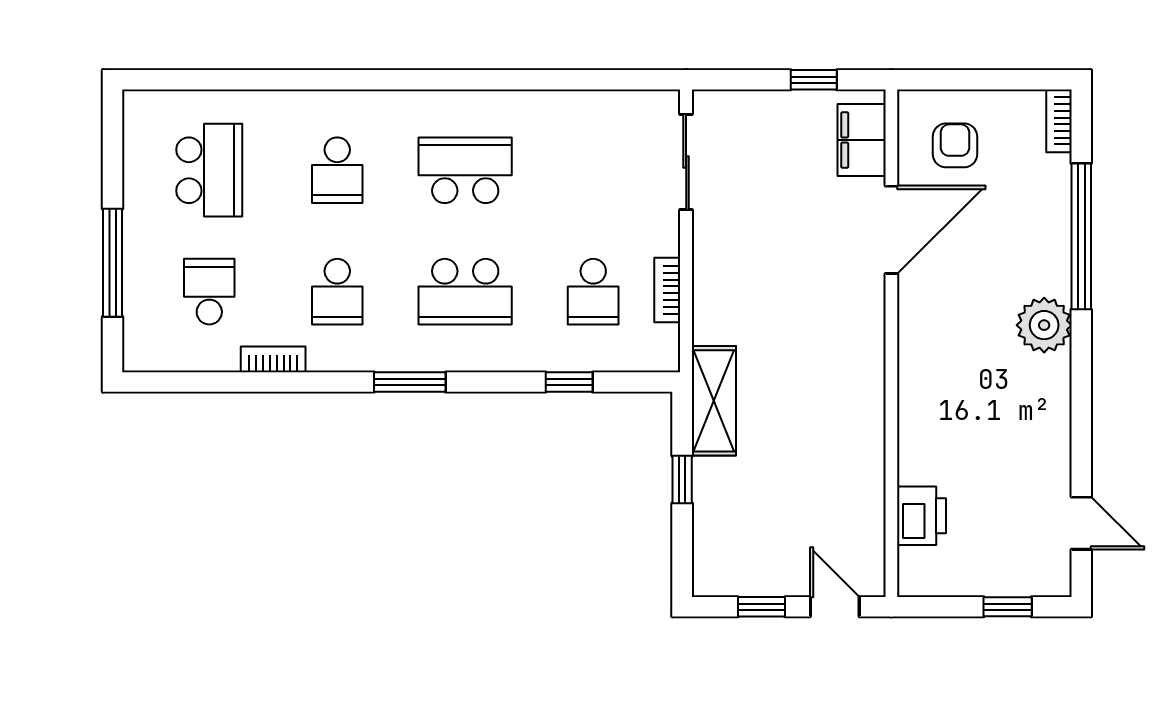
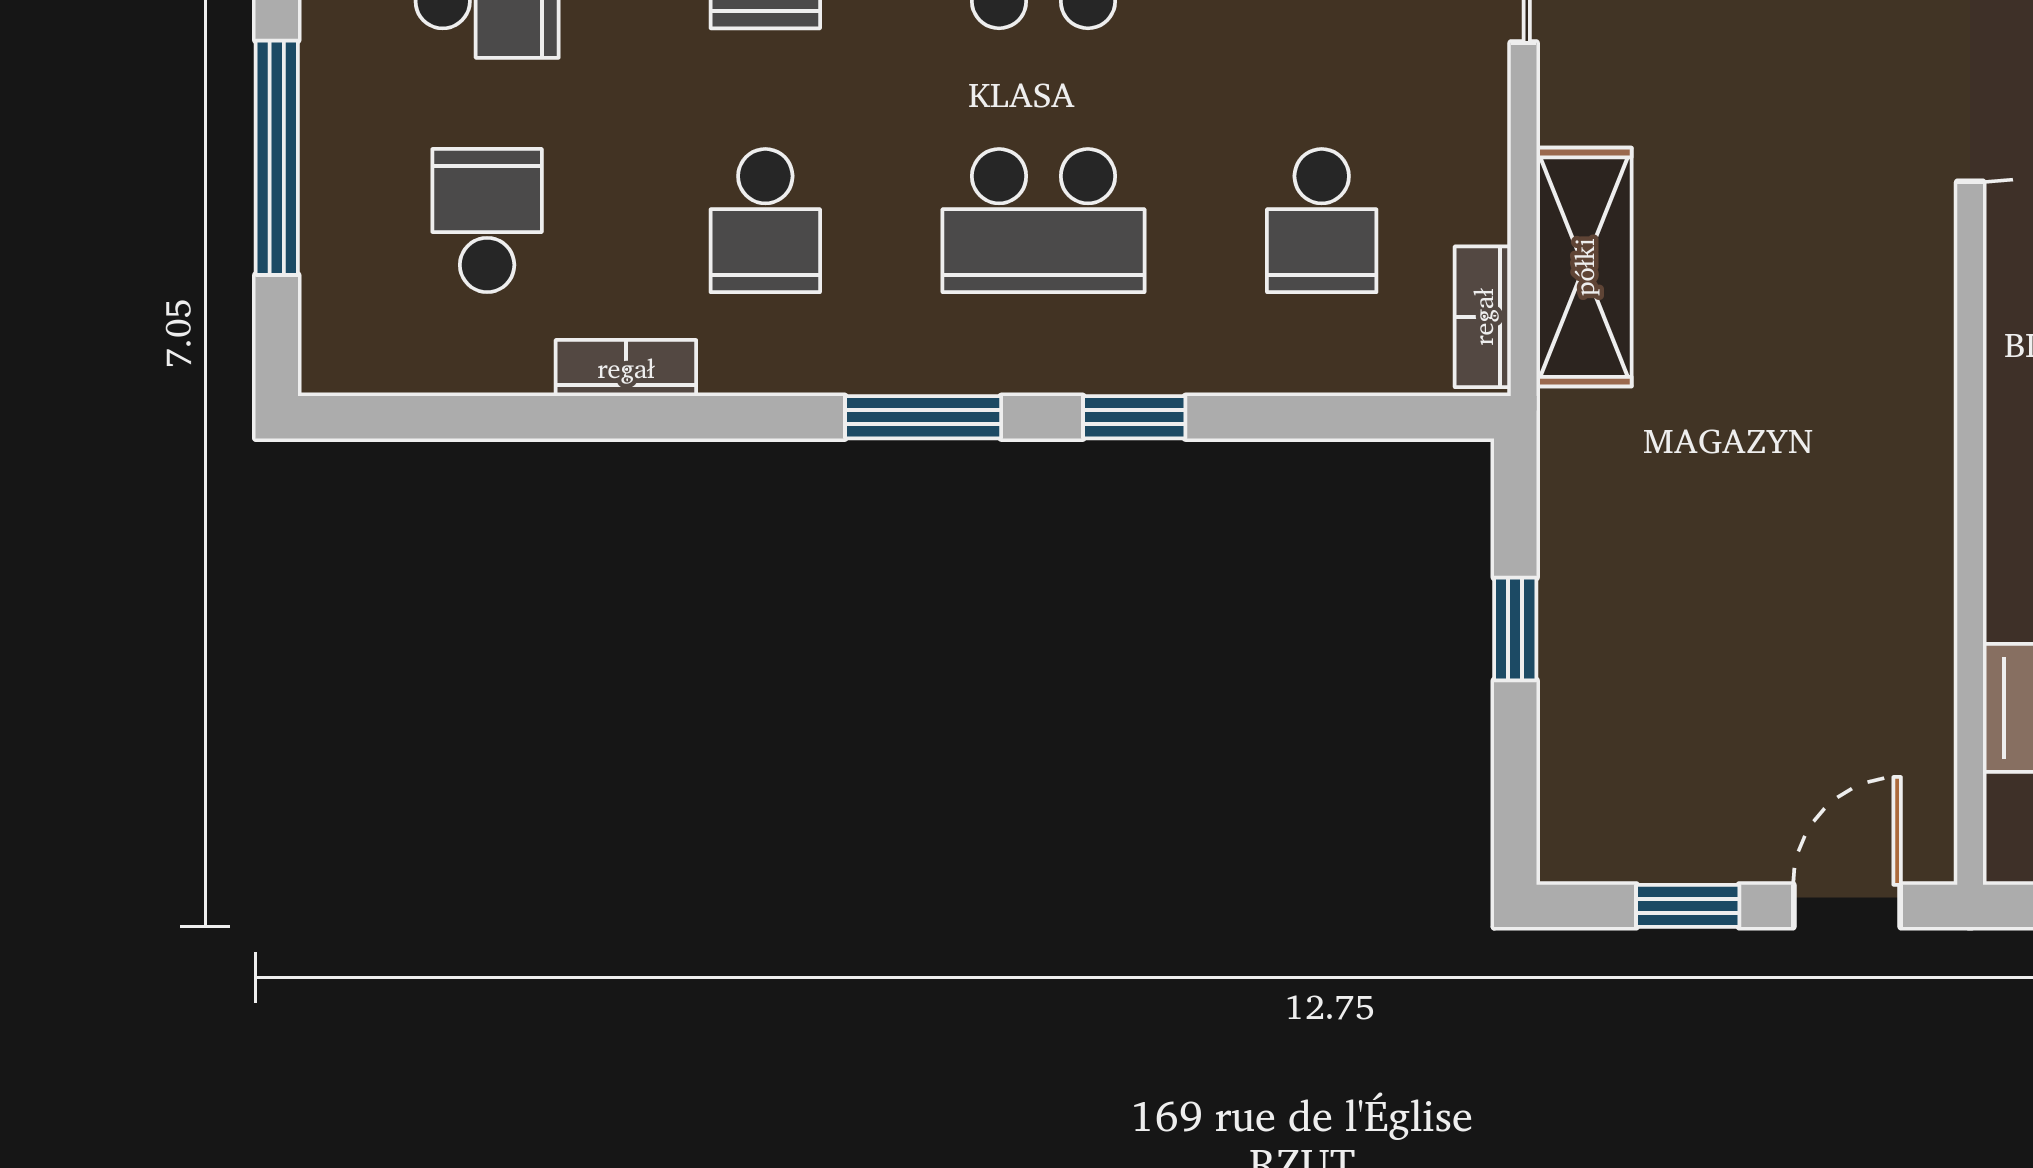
bookcase: (667, 290) -> (1483, 317), moved
window: (569, 382) -> (1134, 417), moved
shelving: (714, 401) -> (1584, 267), moved
door: (835, 607) -> (1847, 906), hinge flipped

